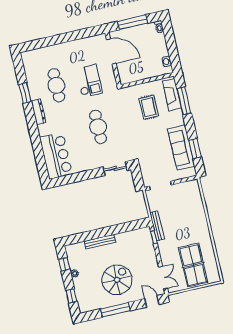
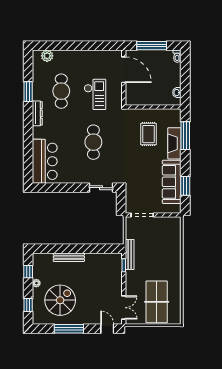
plant: (35, 55) -> (47, 56), added
fireplace: (172, 95) -> (174, 143), moved
spiral stairs: (117, 280) -> (60, 300), moved

